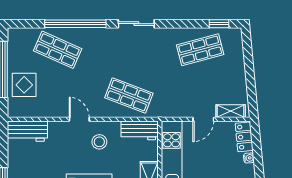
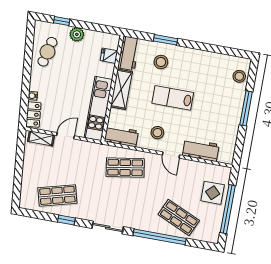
window: (219, 24) -> (66, 220), moved
shop shelf: (129, 95) -> (125, 168), turned -30
workbench: (27, 131) -> (201, 150), moved

